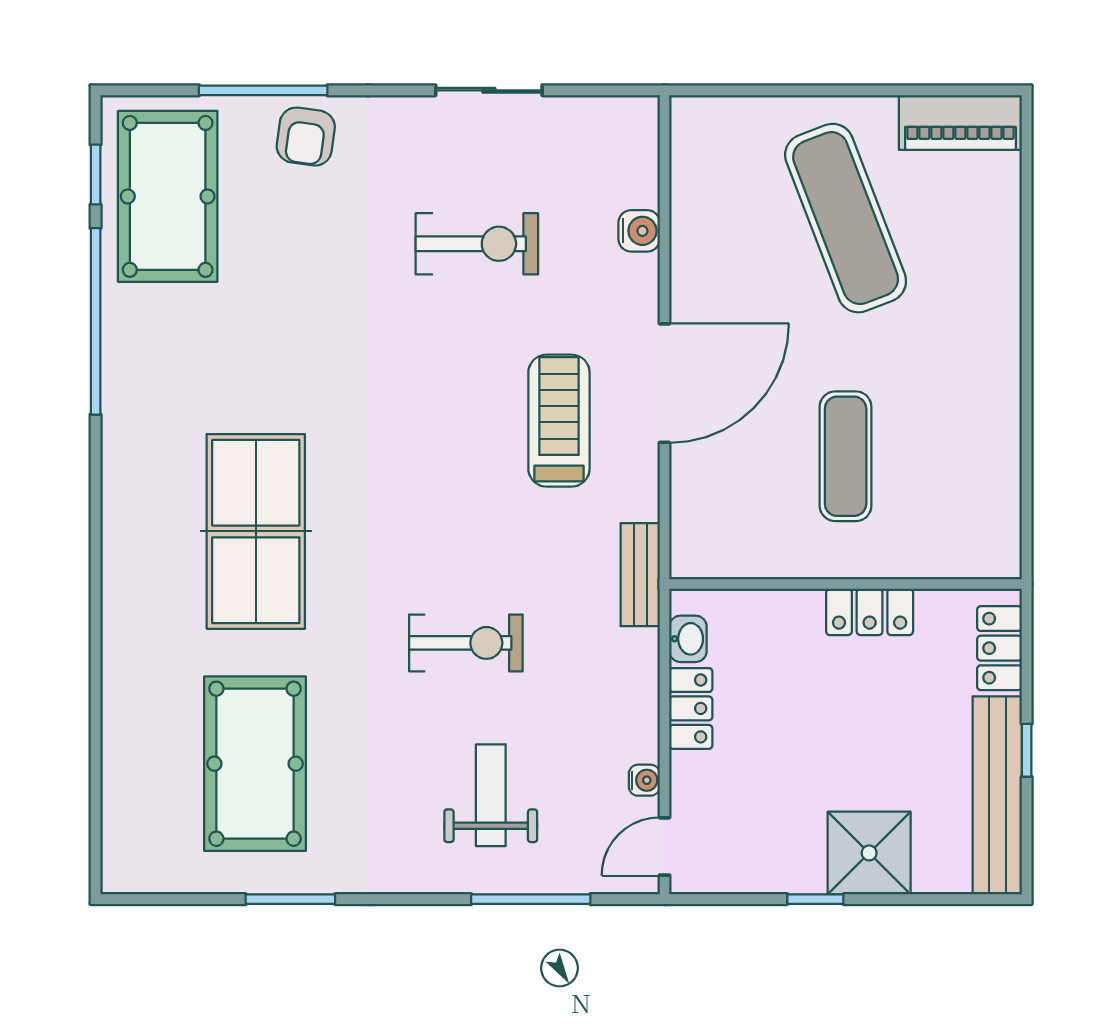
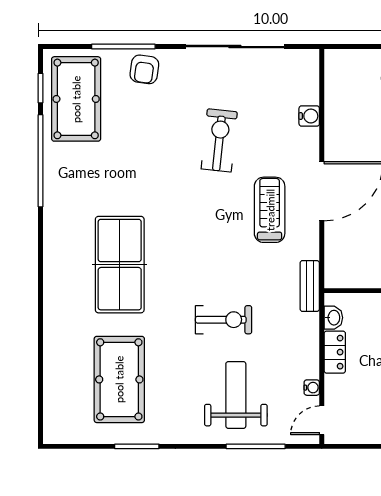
sliding door: (489, 90) -> (235, 47), width x1.86
exercise bike: (477, 244) -> (219, 140), moved, turned -84
weight bench: (491, 795) -> (236, 395), width x1.36, depth x1.33

